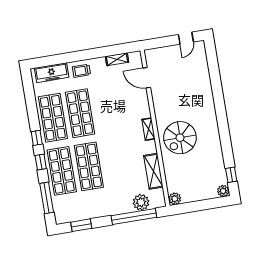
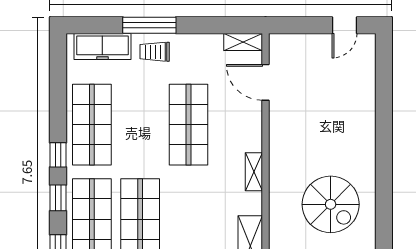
window: (76, 56) -> (149, 25), added
shelving: (117, 59) -> (243, 42), moved
shop shelf: (80, 113) -> (188, 125), moved
spiral stairs: (180, 138) -> (331, 204), moved, turned -90

